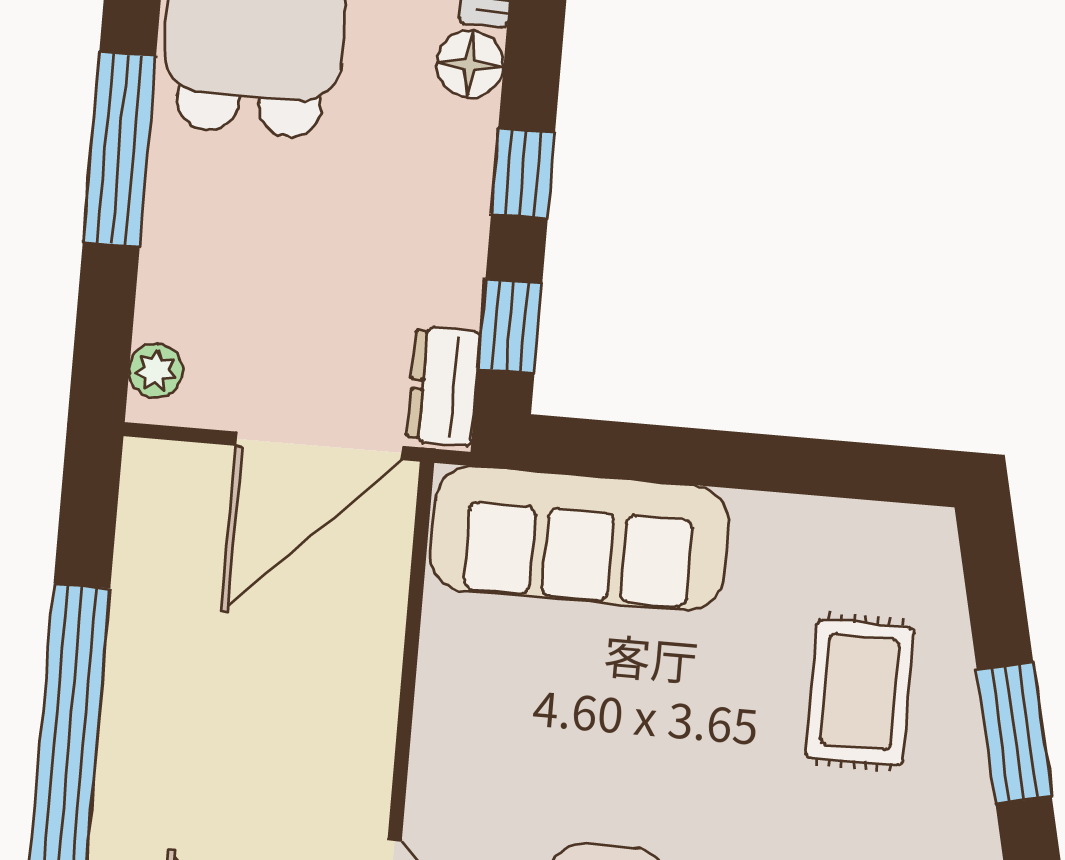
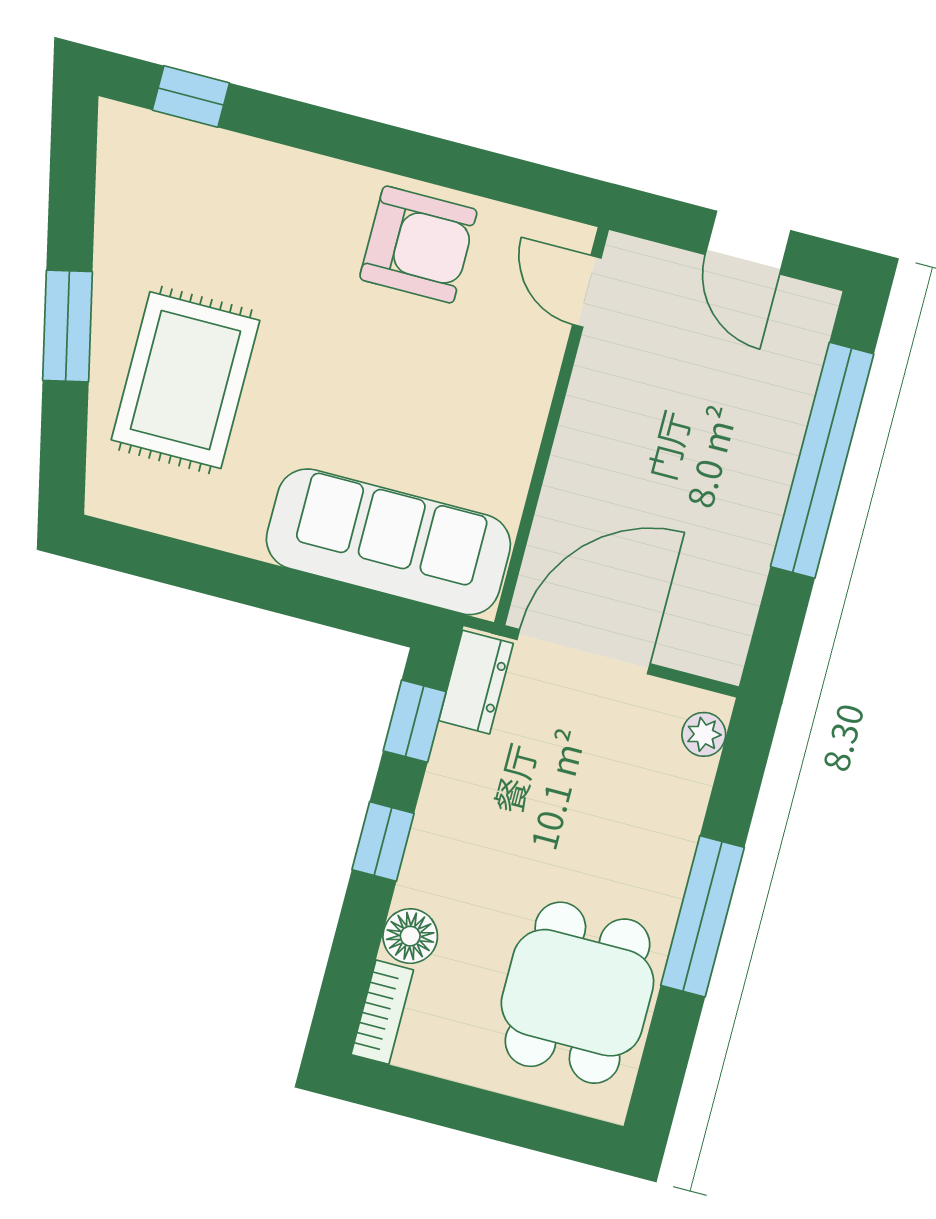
rug: (860, 692) -> (185, 380), width x1.36, depth x1.43

